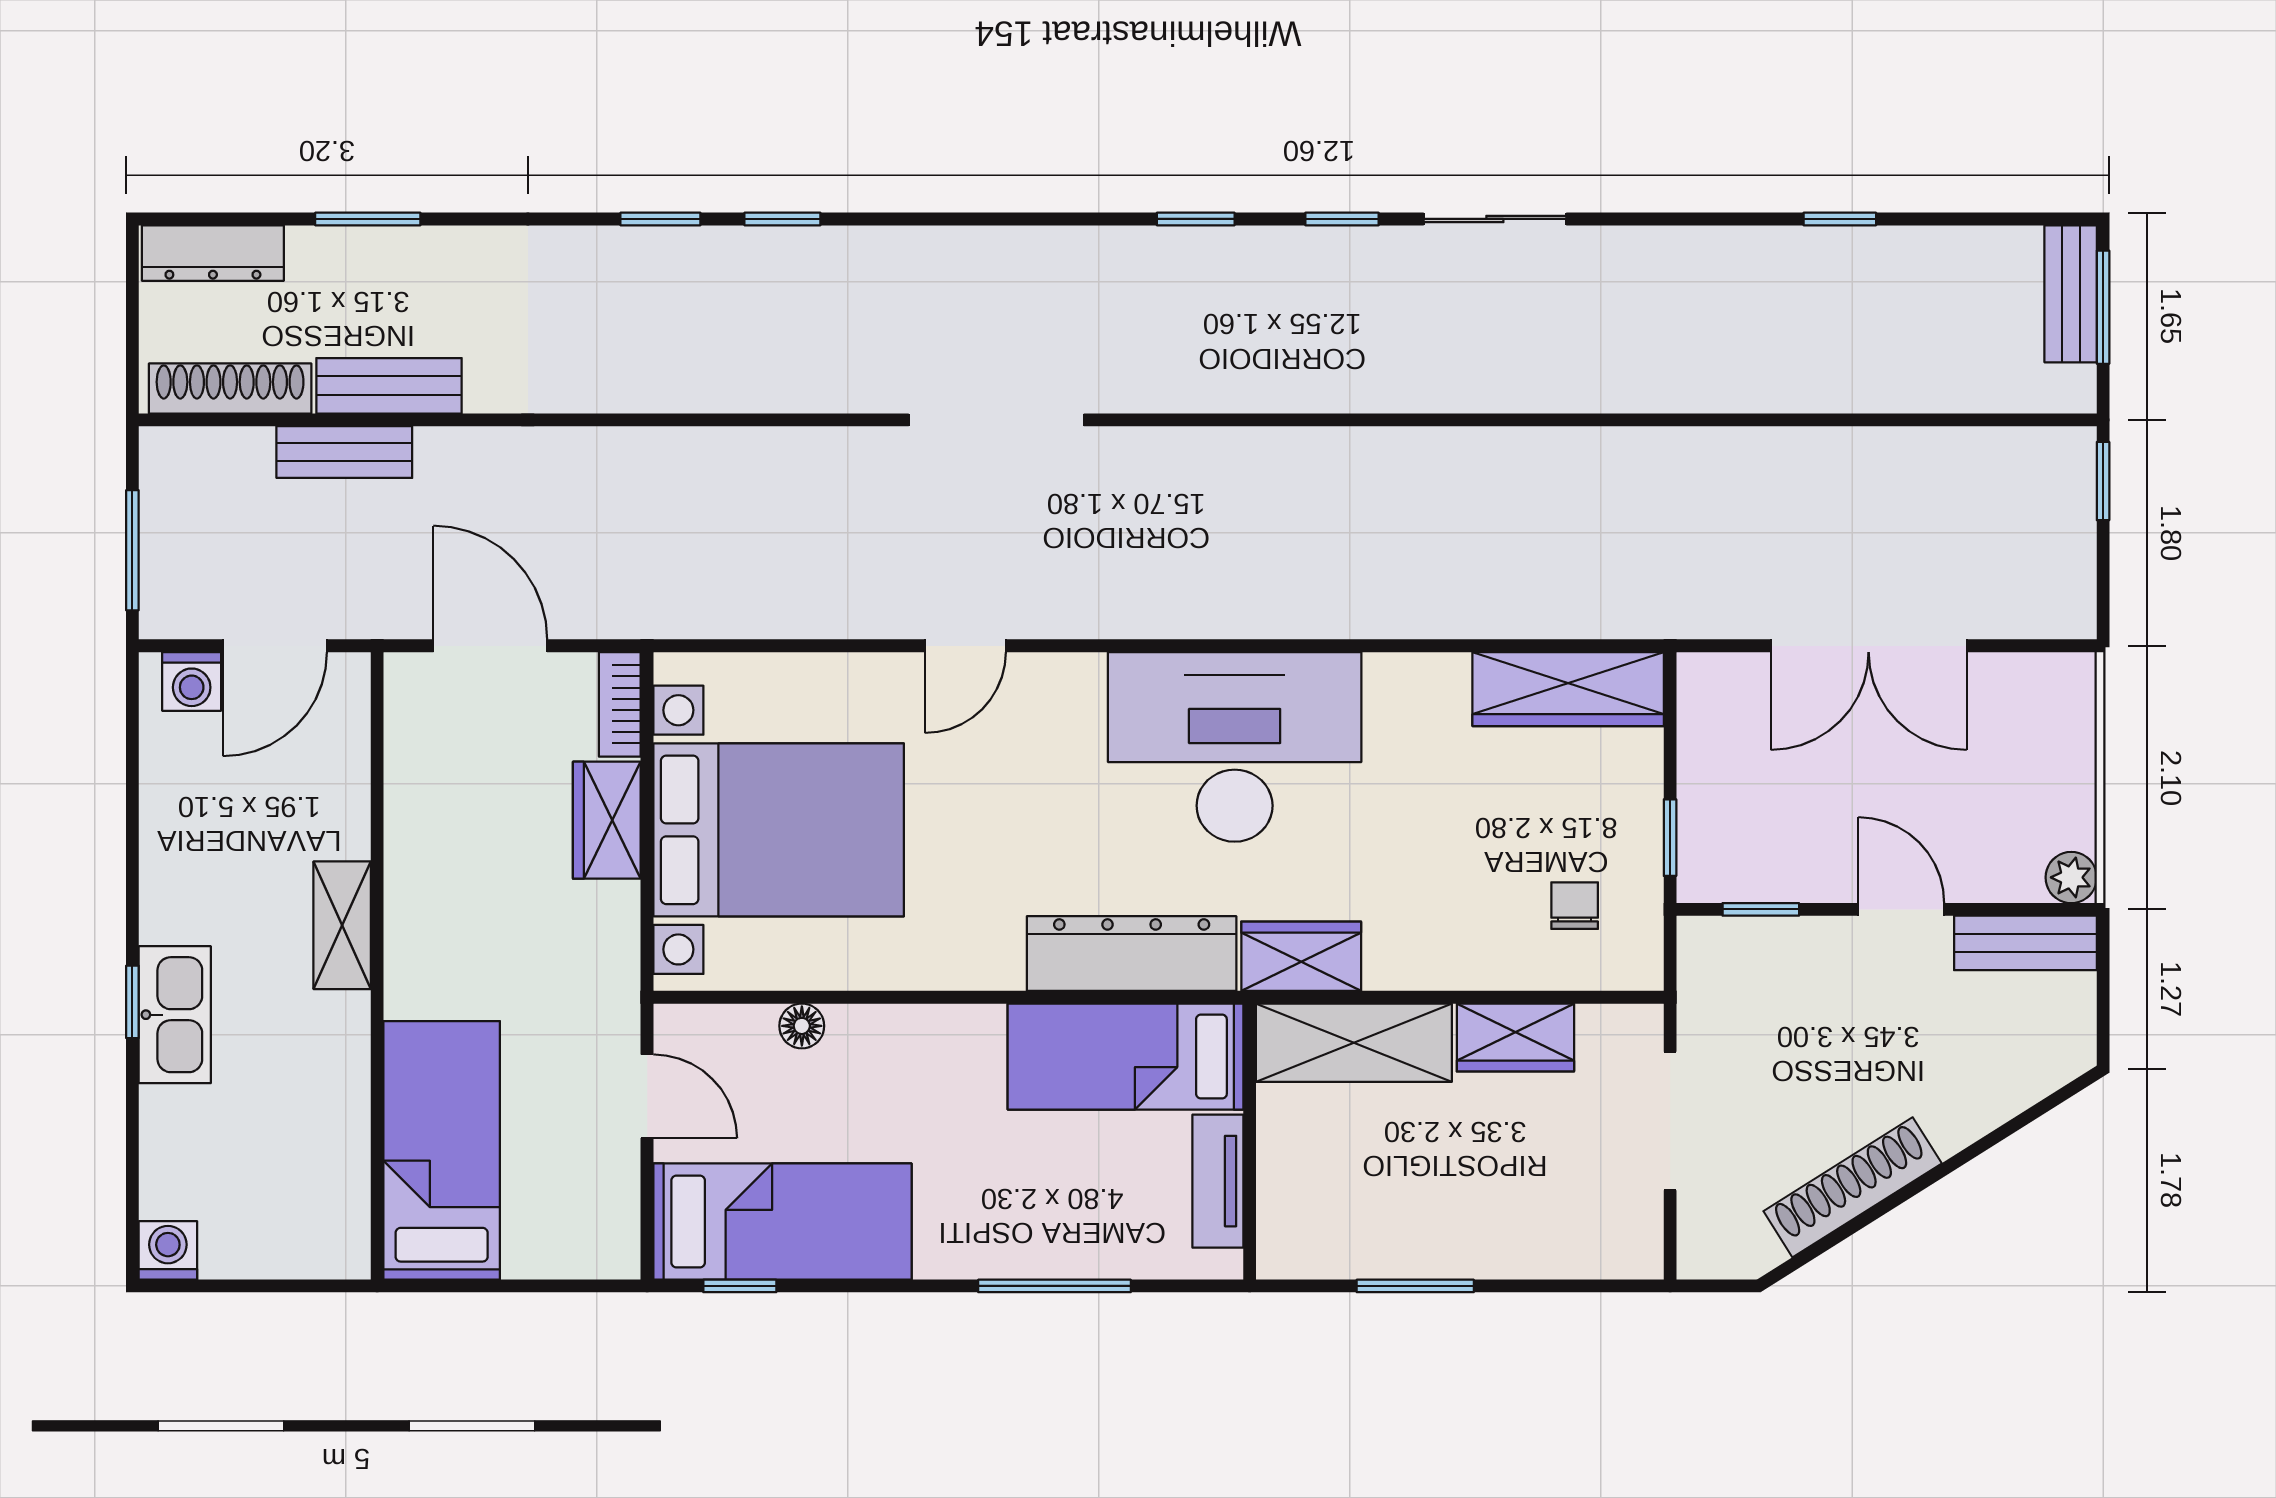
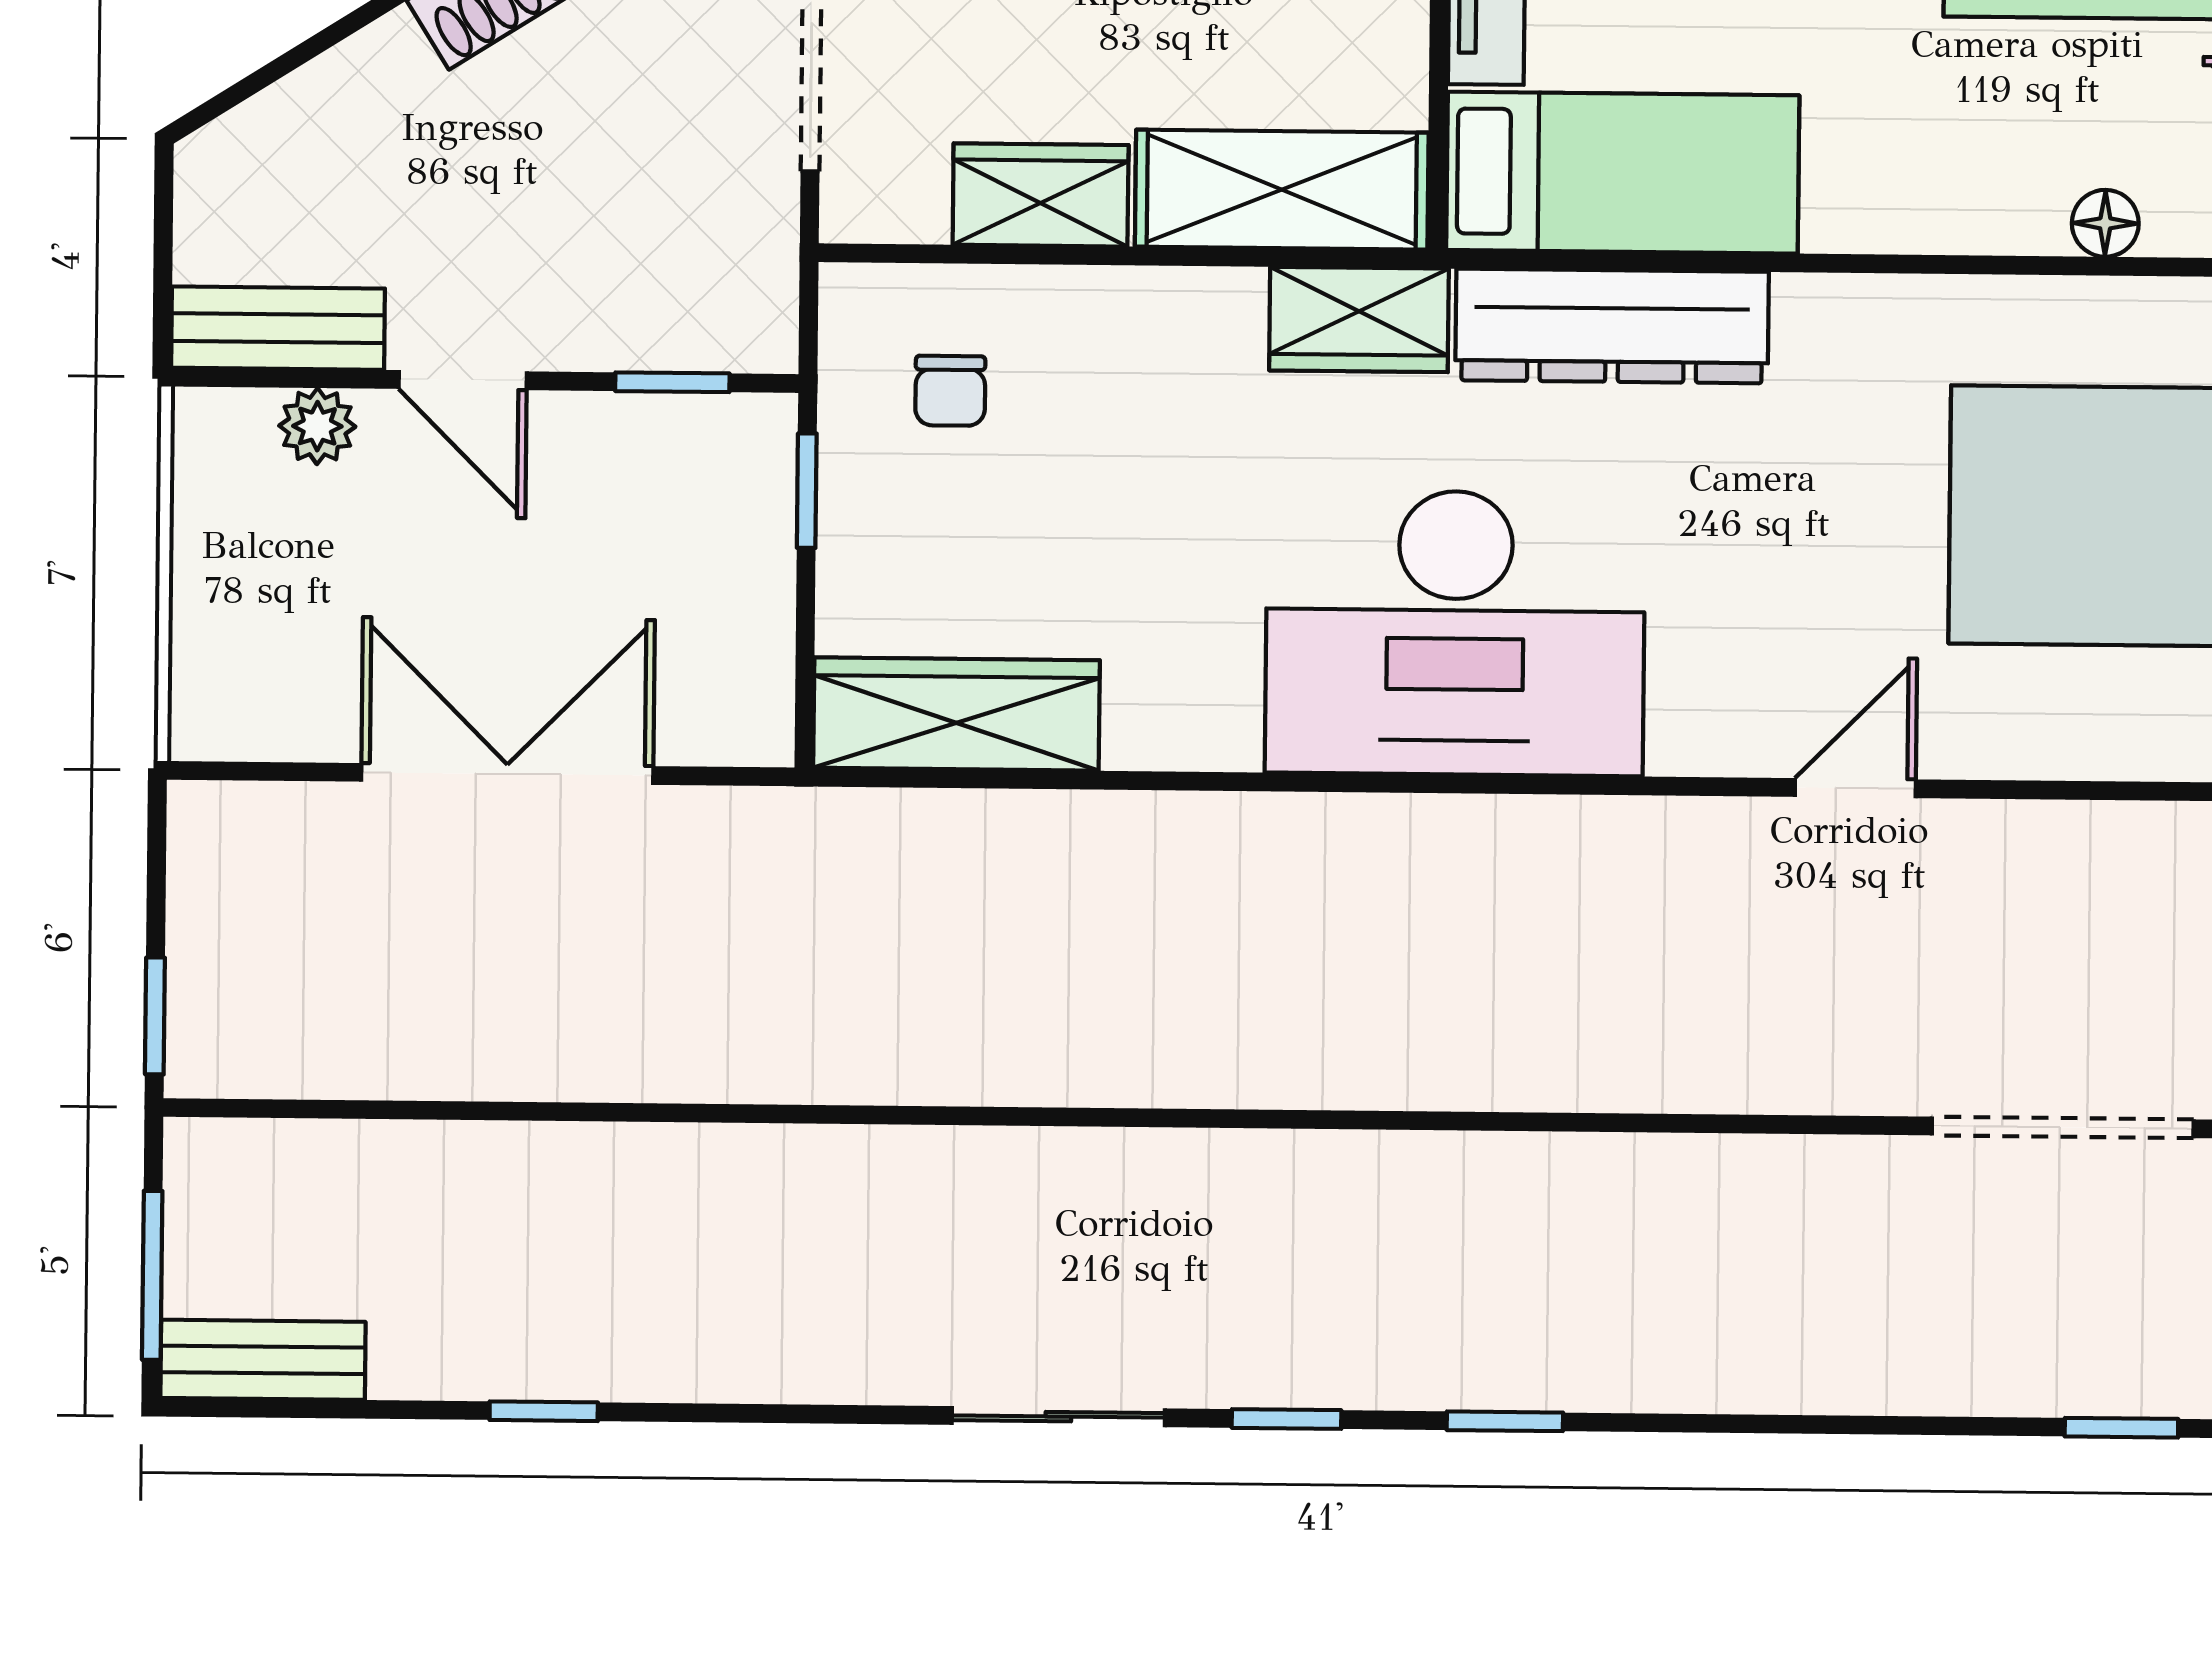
bench: (2071, 294) -> (263, 1360), moved, turned 90
doorway: (996, 420) -> (2063, 1127), moved
plant: (2071, 877) -> (317, 426), moved

